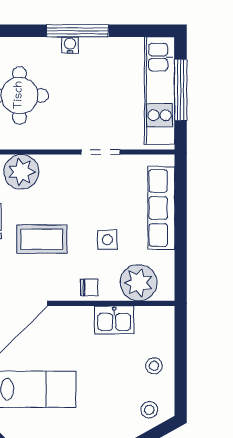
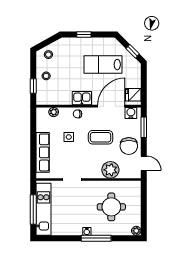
window: (78, 31) -> (96, 238), moved
plant: (139, 283) -> (54, 112), width x0.53, depth x0.53
kitchen sink: (114, 320) -> (82, 98), moved
window: (181, 345) -> (33, 86), added

